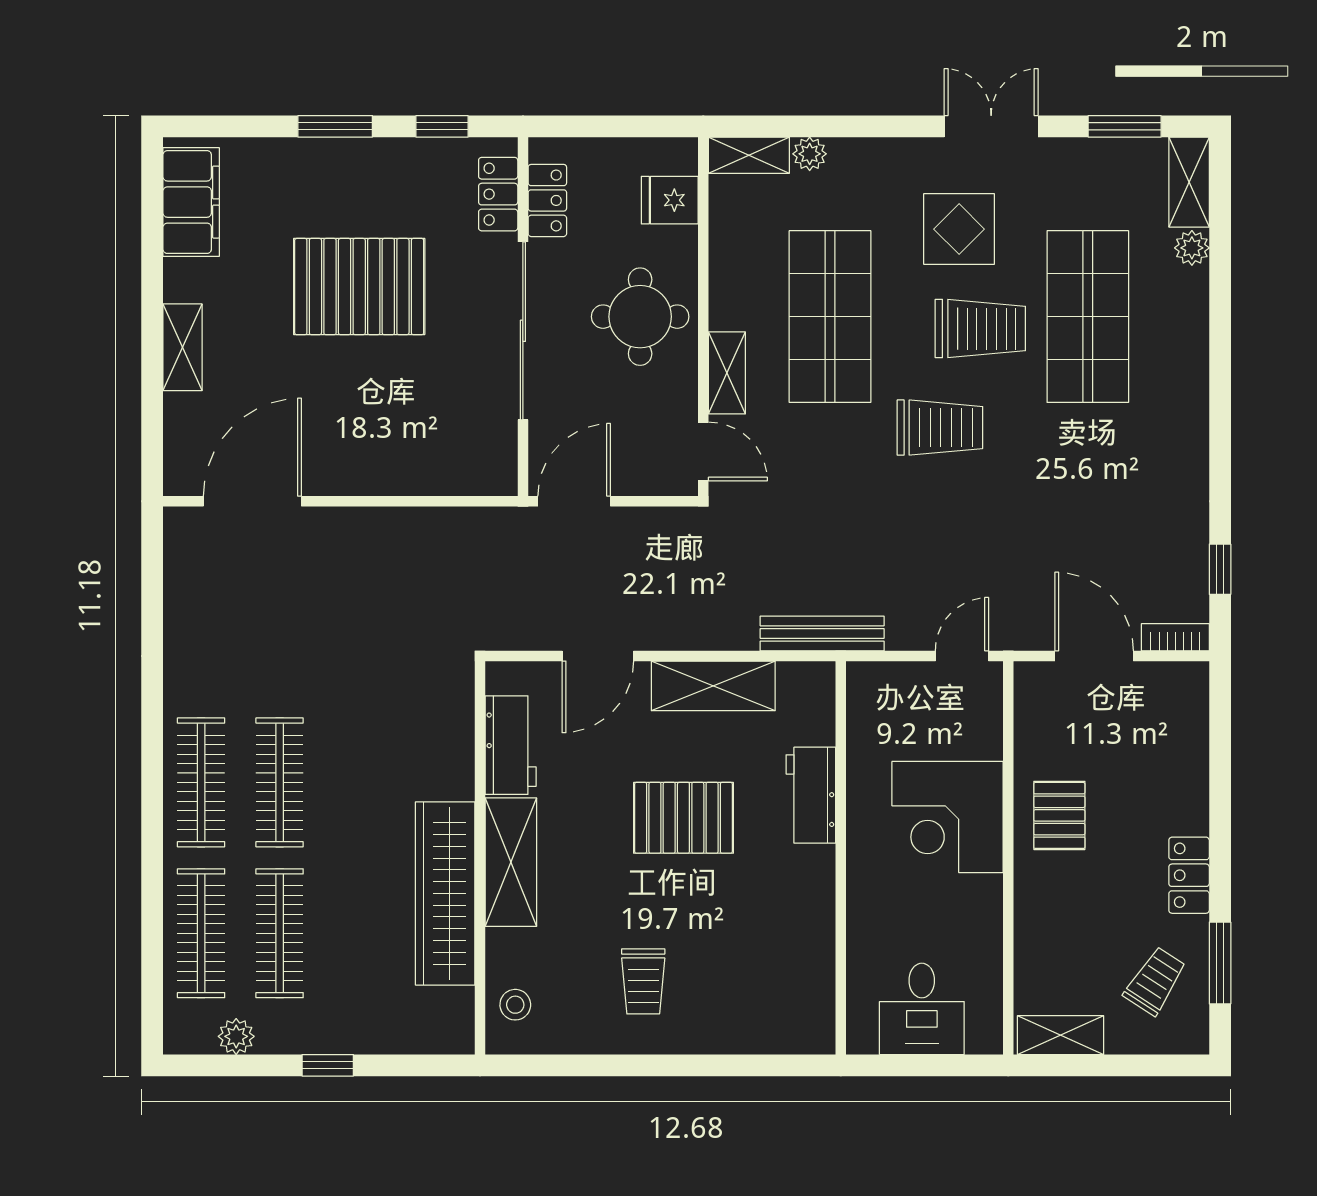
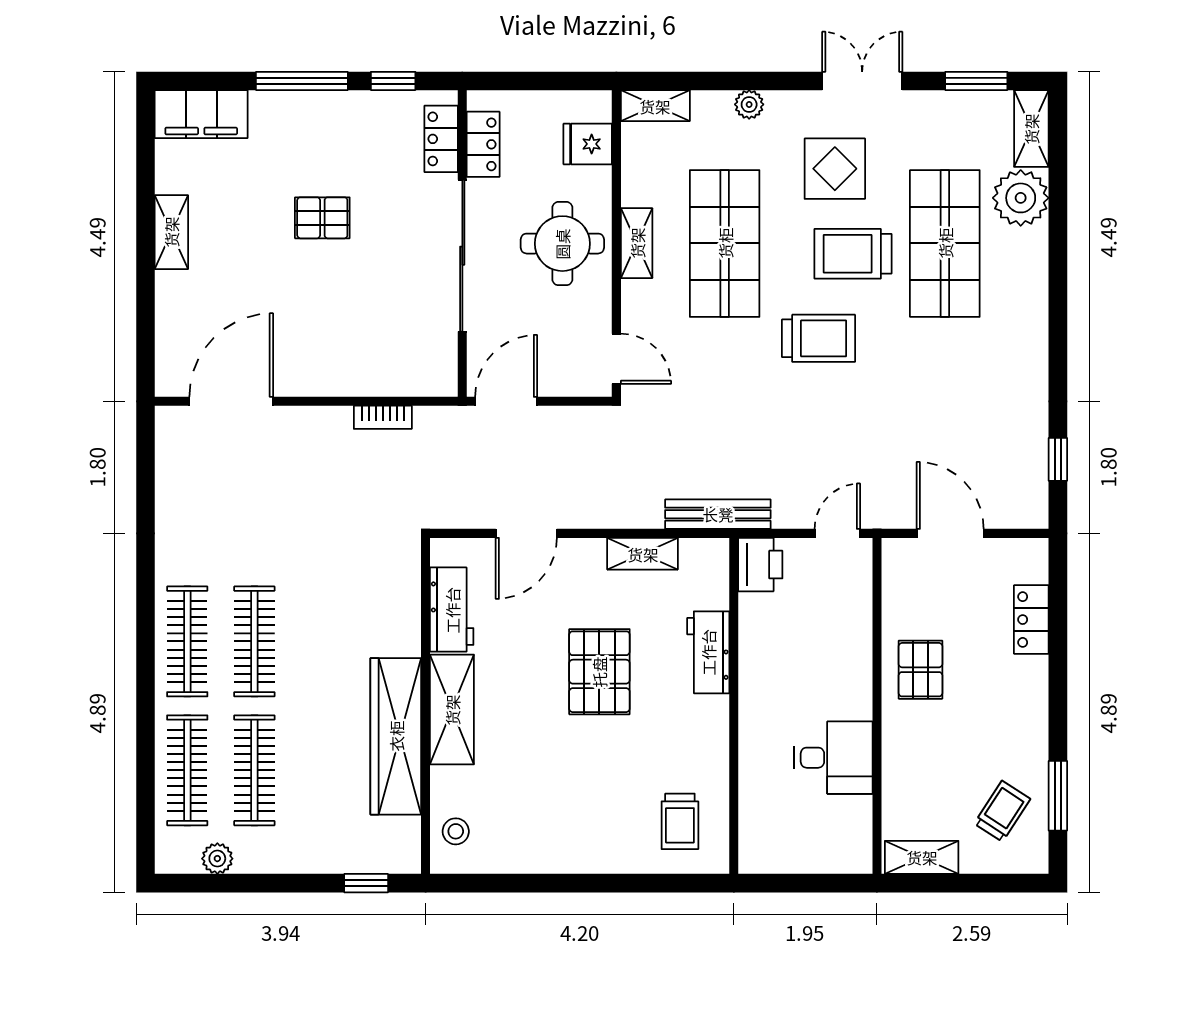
window: (335, 126) -> (302, 81), width x1.44
plant: (810, 154) -> (749, 104), moved
filing cabinet: (191, 202) -> (201, 114), moved, turned 90
plant: (1192, 248) -> (1021, 198), width x1.88, depth x1.88
pallet: (359, 287) -> (322, 218), width x0.49, depth x0.50
trolley: (980, 329) -> (853, 254), turned 180
shelving: (182, 347) -> (171, 232), moved
shelving: (727, 373) -> (637, 243), moved
bookcase: (1175, 637) -> (383, 417), moved, turned 180
shelving: (713, 686) -> (643, 554), width x0.67, depth x0.75
printer: (872, 692) -> (760, 565), added
corner desk: (948, 817) -> (825, 671), removed
pallet: (683, 818) -> (599, 672), turned 90
locker: (1189, 875) -> (1031, 620), moved
trolley: (643, 981) -> (680, 821), moved
desk: (922, 1009) -> (833, 758), moved, turned -90
window: (328, 1065) -> (366, 883), moved

